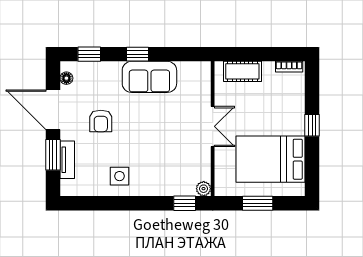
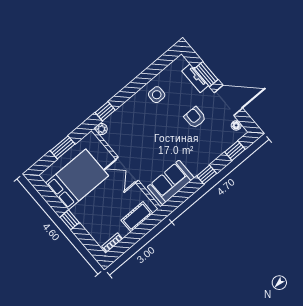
sofa: (149, 77) -> (171, 182), moved

